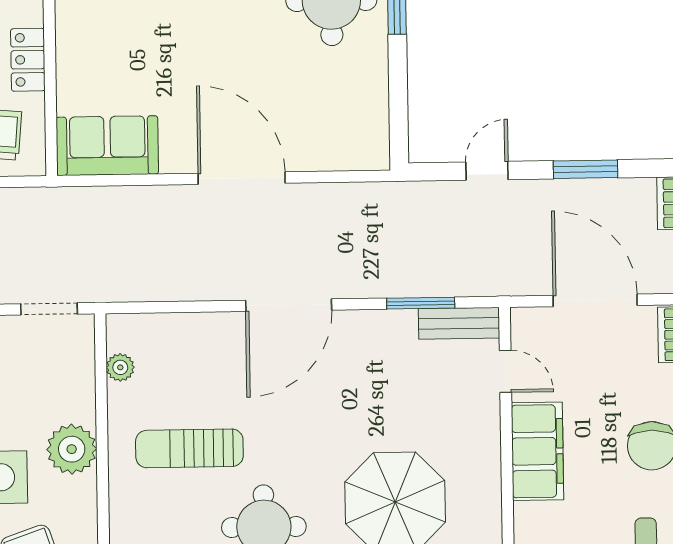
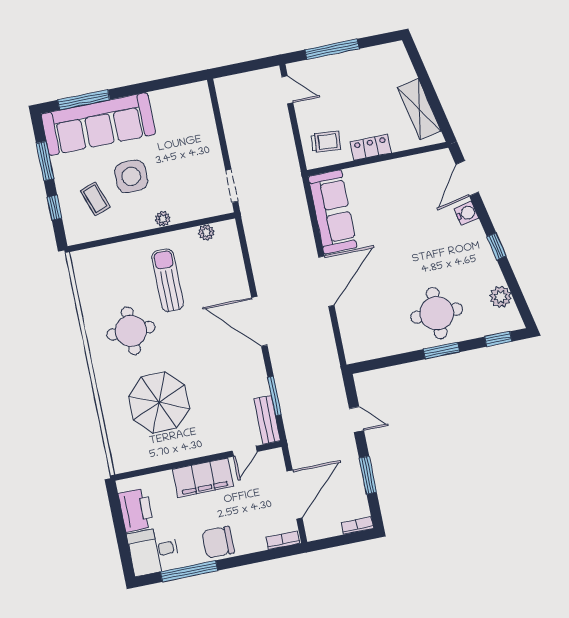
sofa: (107, 146) -> (333, 212), width x1.36
plant: (72, 449) -> (163, 219), width x0.53, depth x0.53

